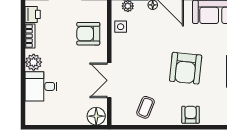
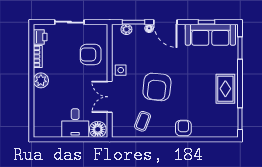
side table: (121, 27) -> (121, 70), moved
armchair: (186, 68) -> (157, 87), moved
desk: (41, 86) -> (75, 123), moved, turned -90

